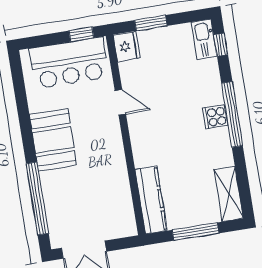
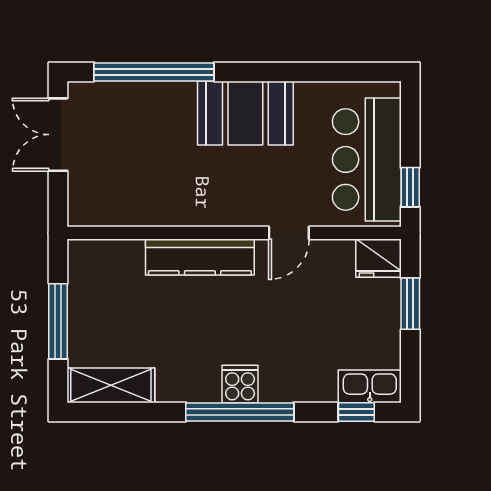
kitchen counter: (151, 200) -> (200, 257), moved

